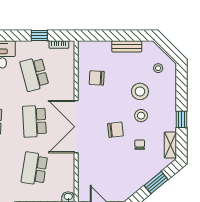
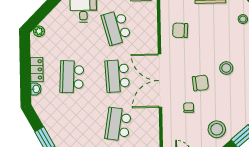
stool: (140, 91) -> (217, 129), moved
chair: (140, 145) -> (189, 108), moved

